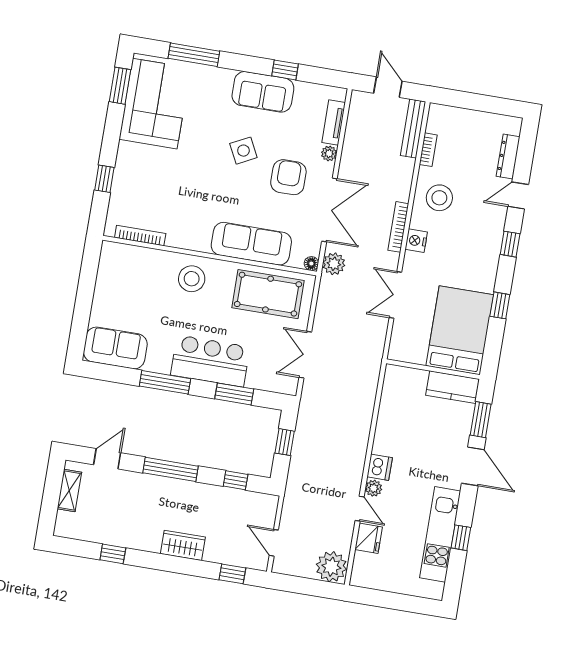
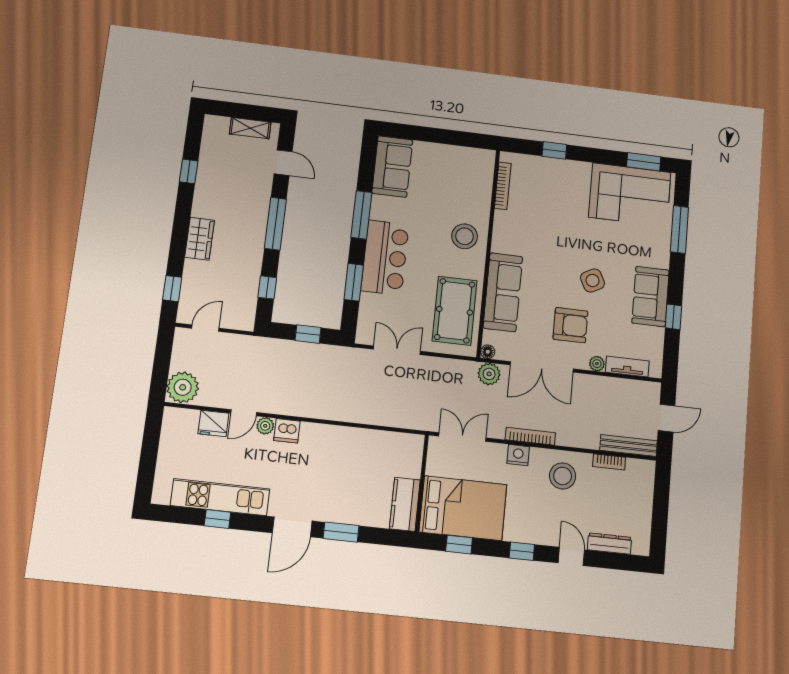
bed: (460, 330) -> (463, 508), moved
wall: (433, 369) -> (422, 483), moved
kitchen counter: (453, 387) -> (405, 504), moved

